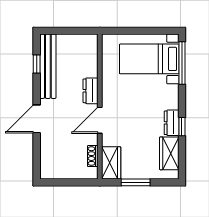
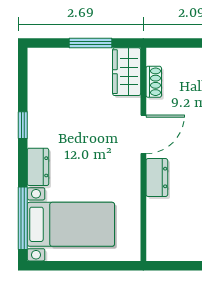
dresser: (172, 123) -> (38, 167), moved
wardrobe: (169, 153) -> (41, 86), removed

